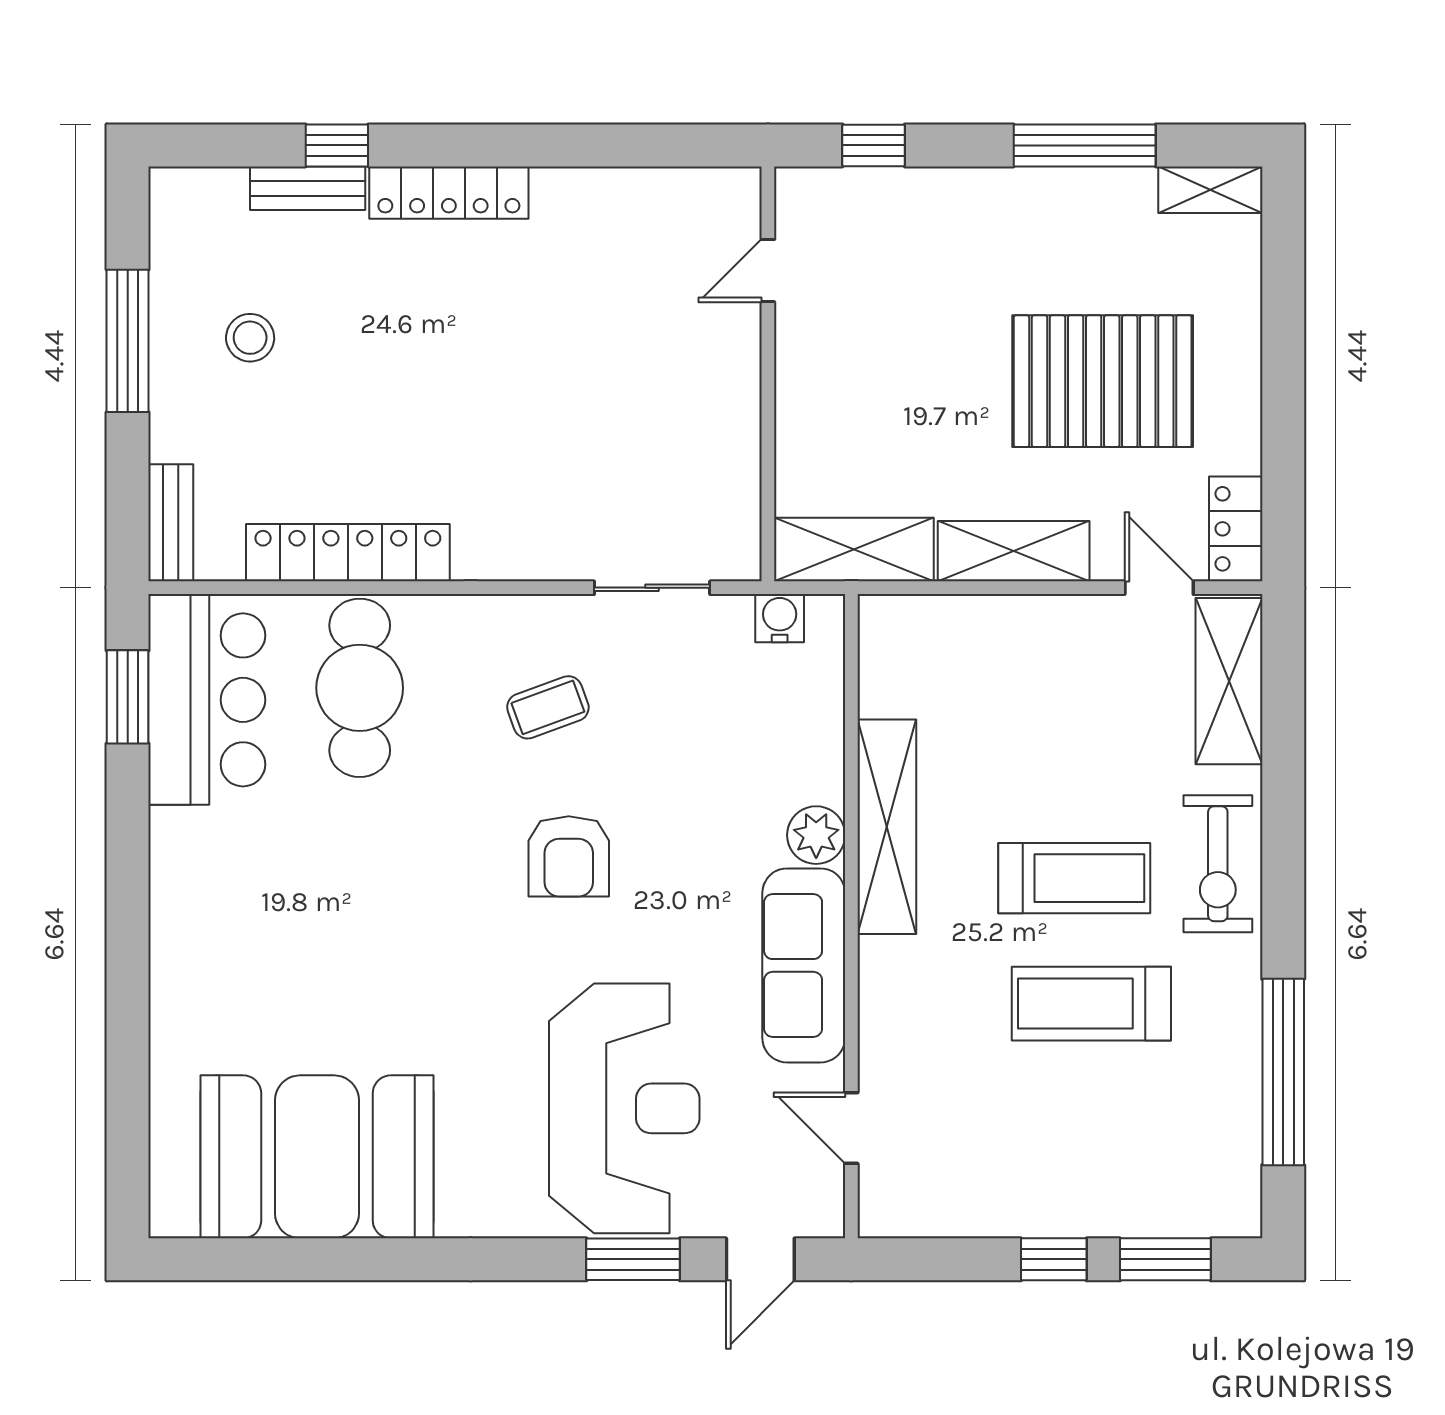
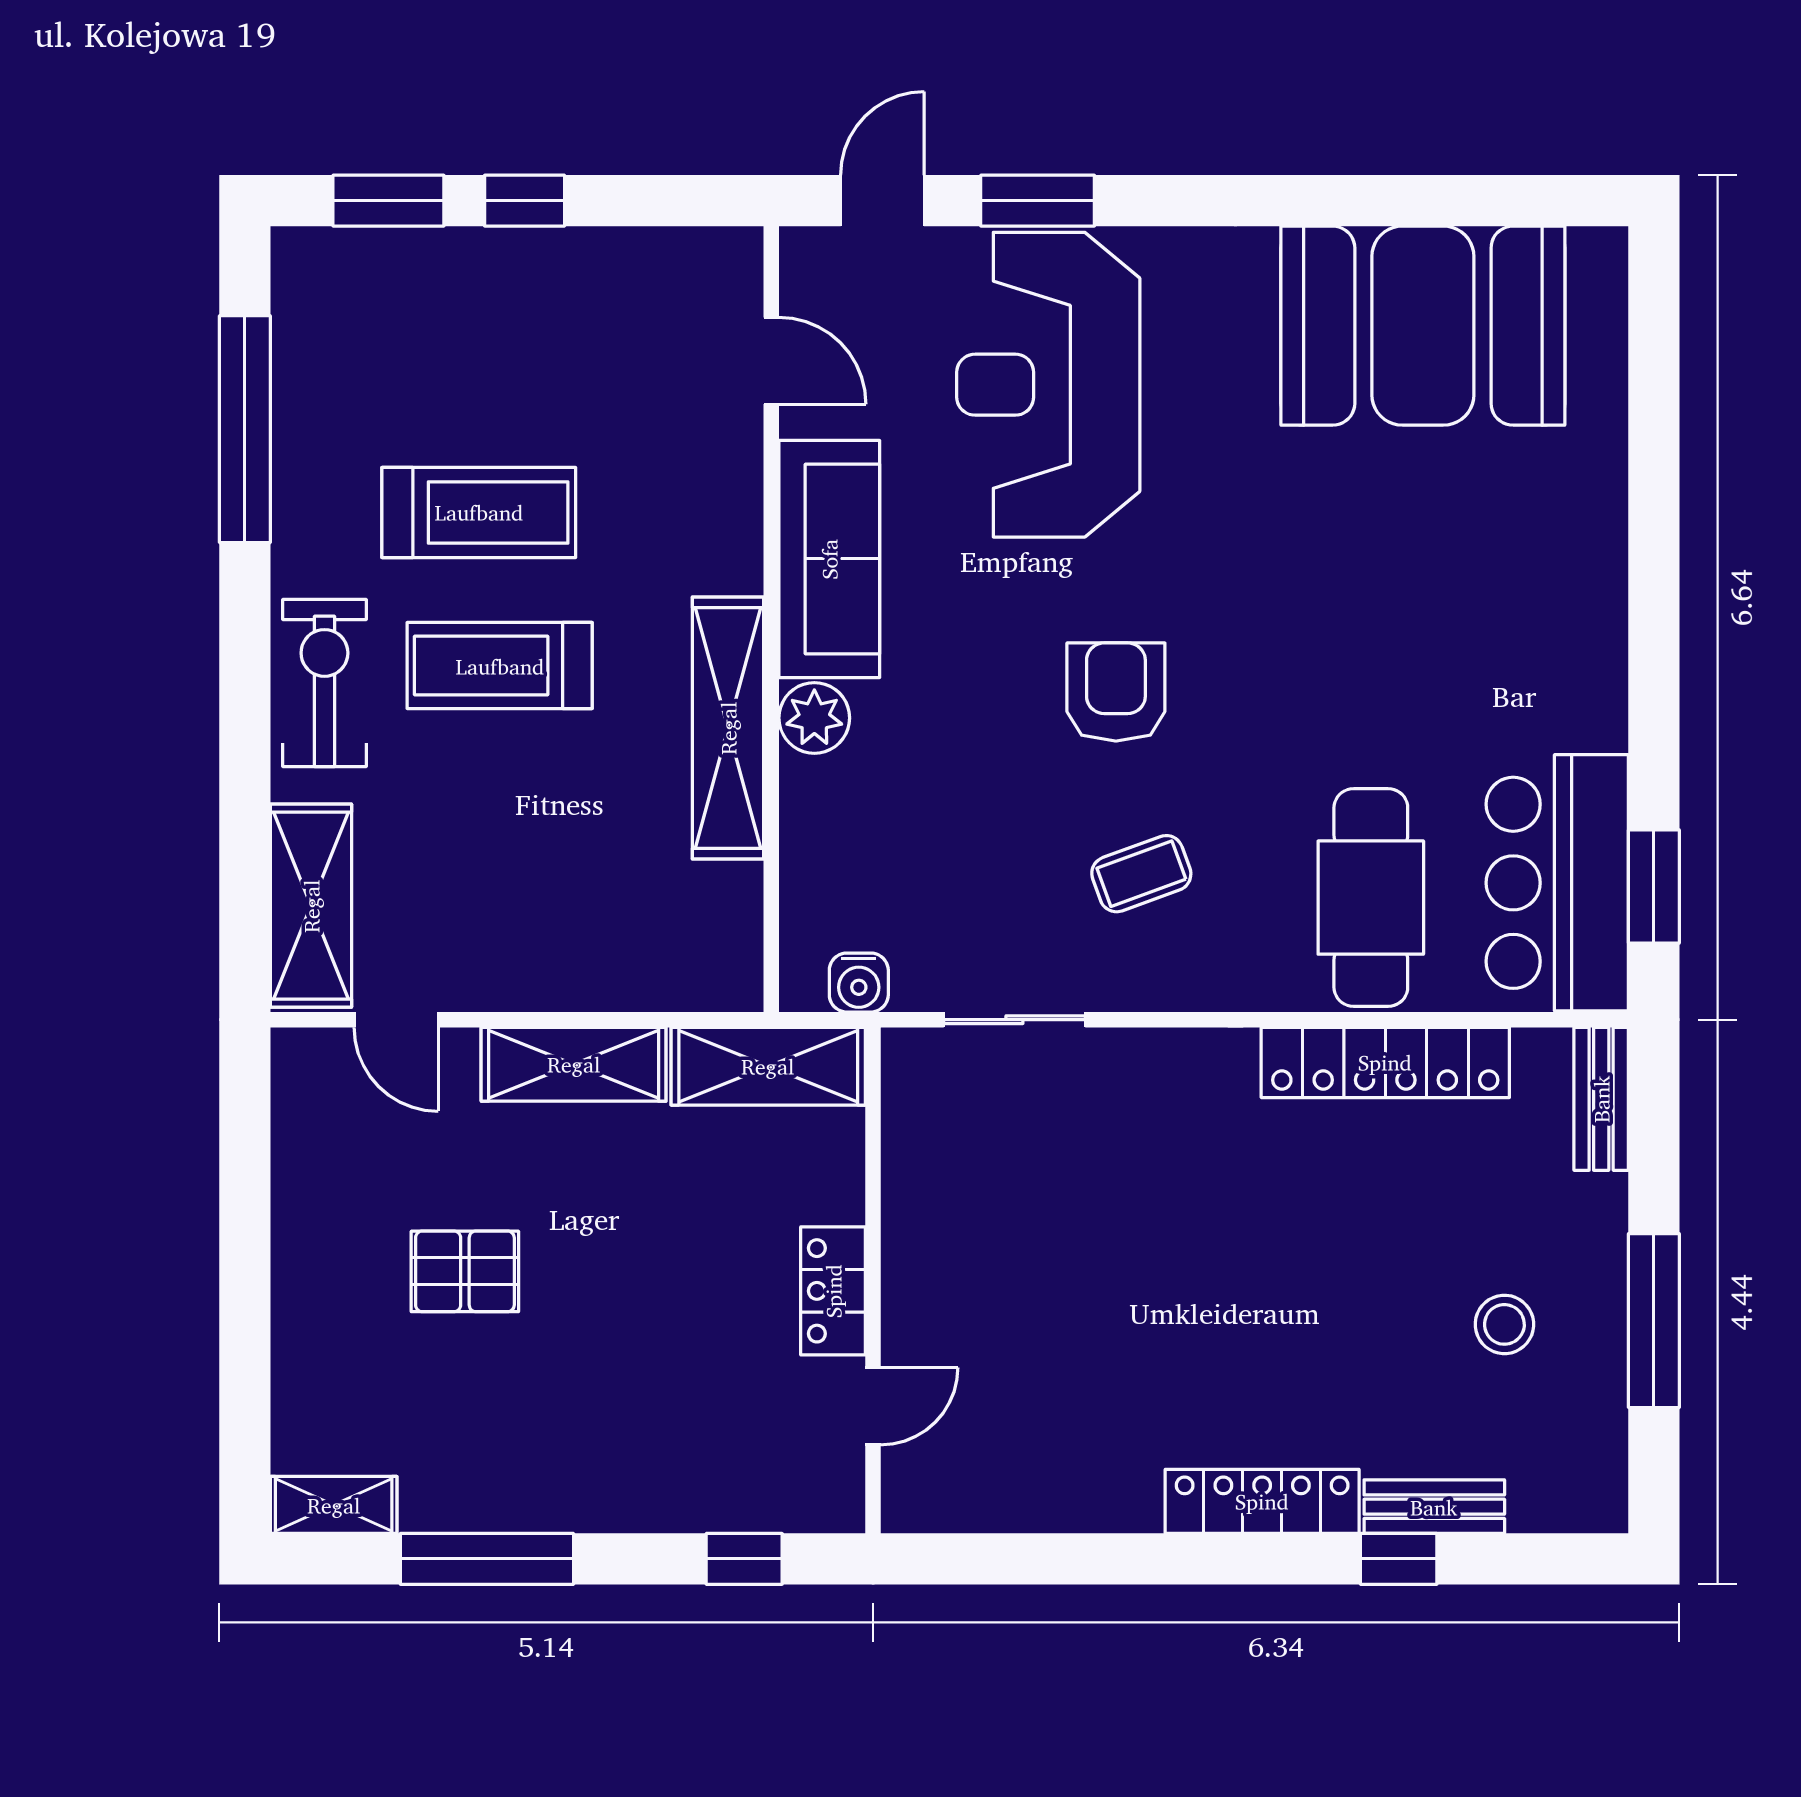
pallet: (1103, 381) -> (465, 1271), width x0.49, depth x0.50
locker: (1236, 529) -> (833, 1291), moved, turned 180

